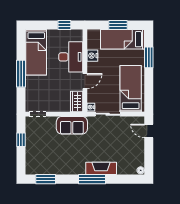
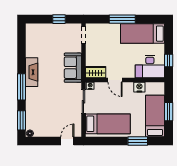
desk: (71, 57) -> (150, 67), moved
fireplace: (101, 168) -> (32, 72), moved
window: (46, 179) -> (21, 120), moved

